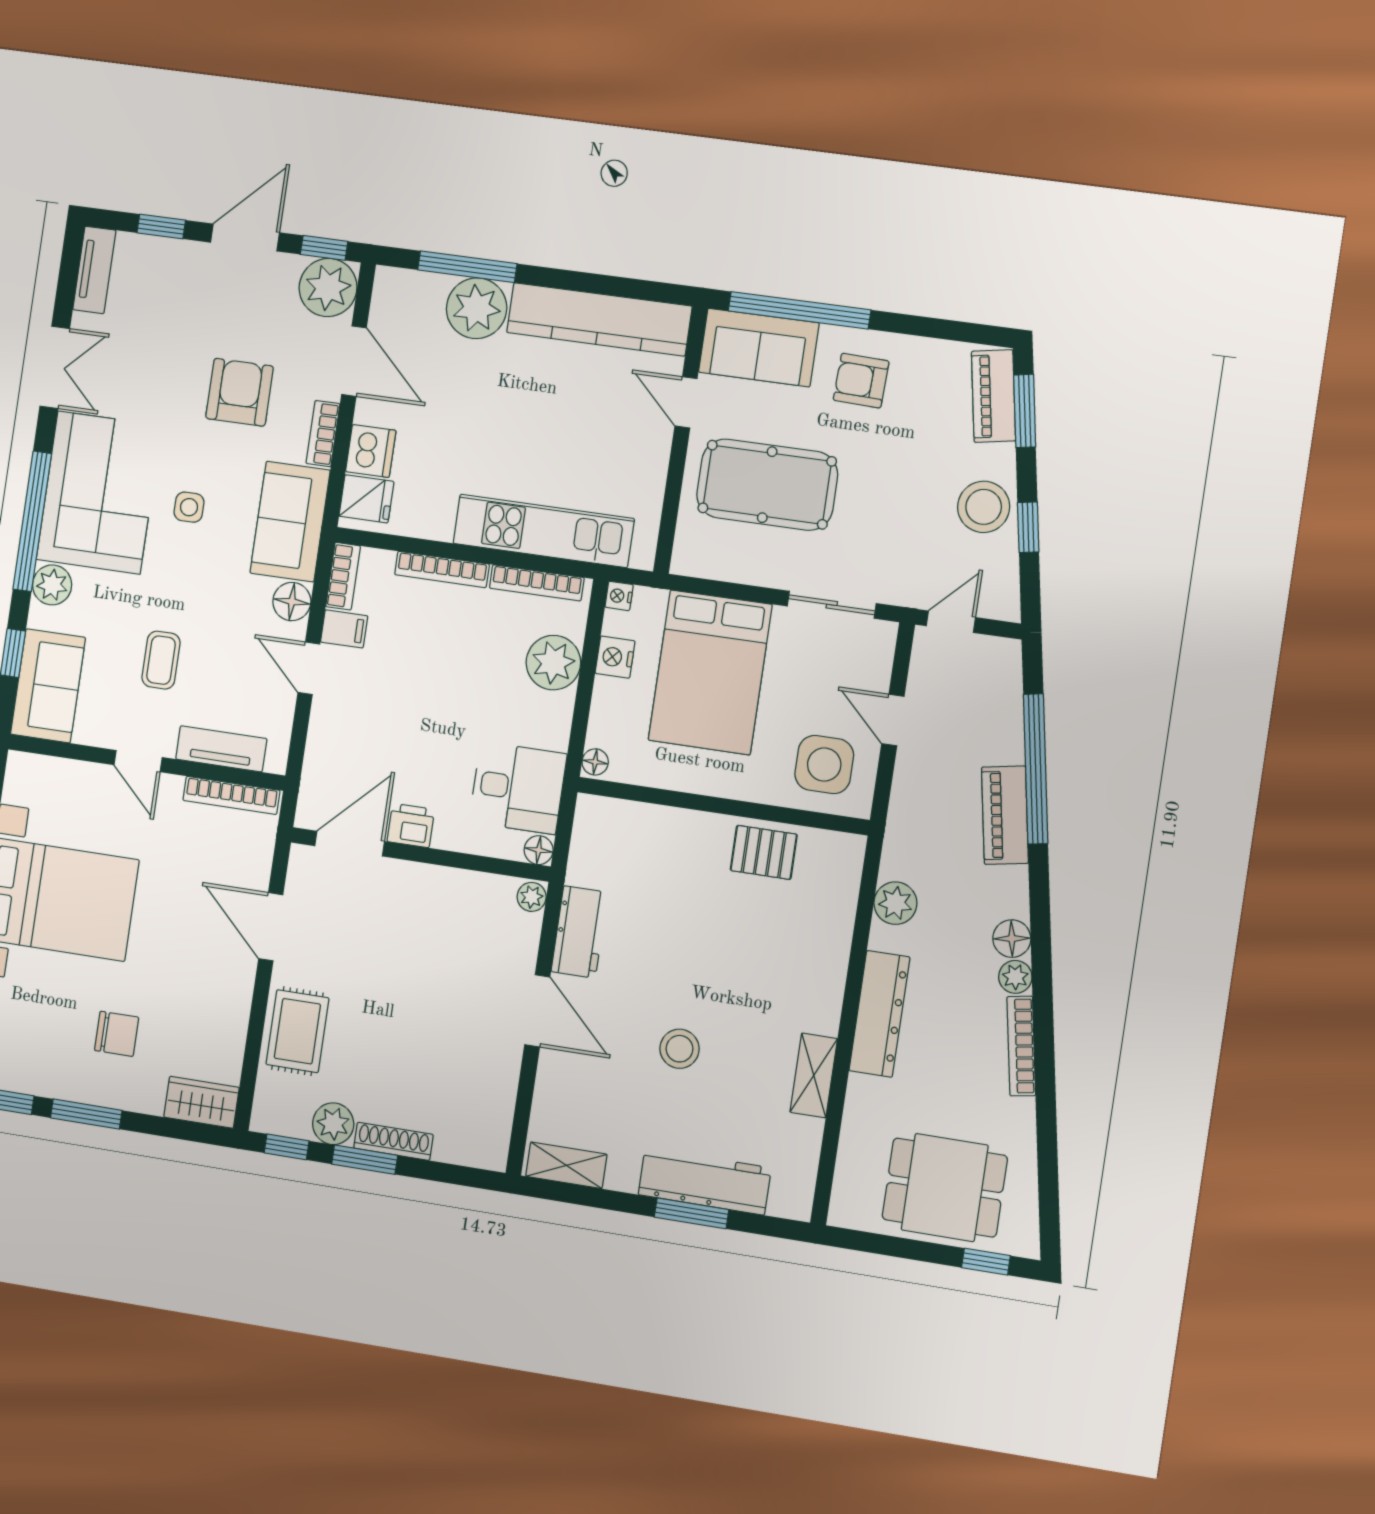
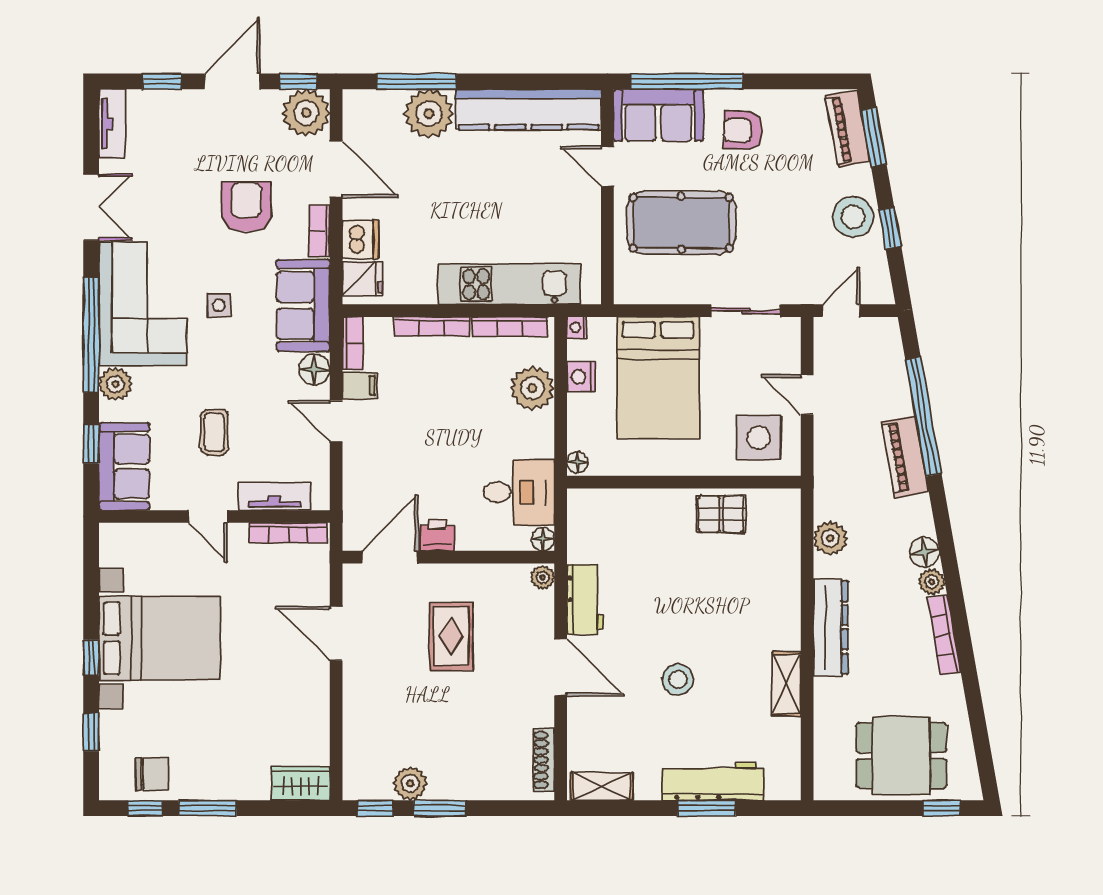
rug: (297, 1031) -> (451, 636), moved
chair: (117, 1034) -> (152, 774), moved
shoe rack: (393, 1141) -> (544, 760), moved, turned -90

